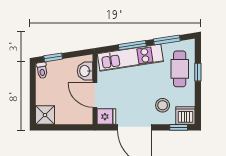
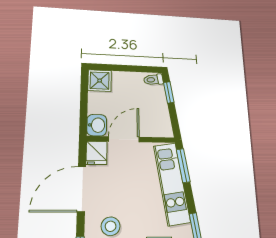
window: (132, 45) -> (183, 166), moved
washbasin: (85, 71) -> (97, 125), moved, turned 90

